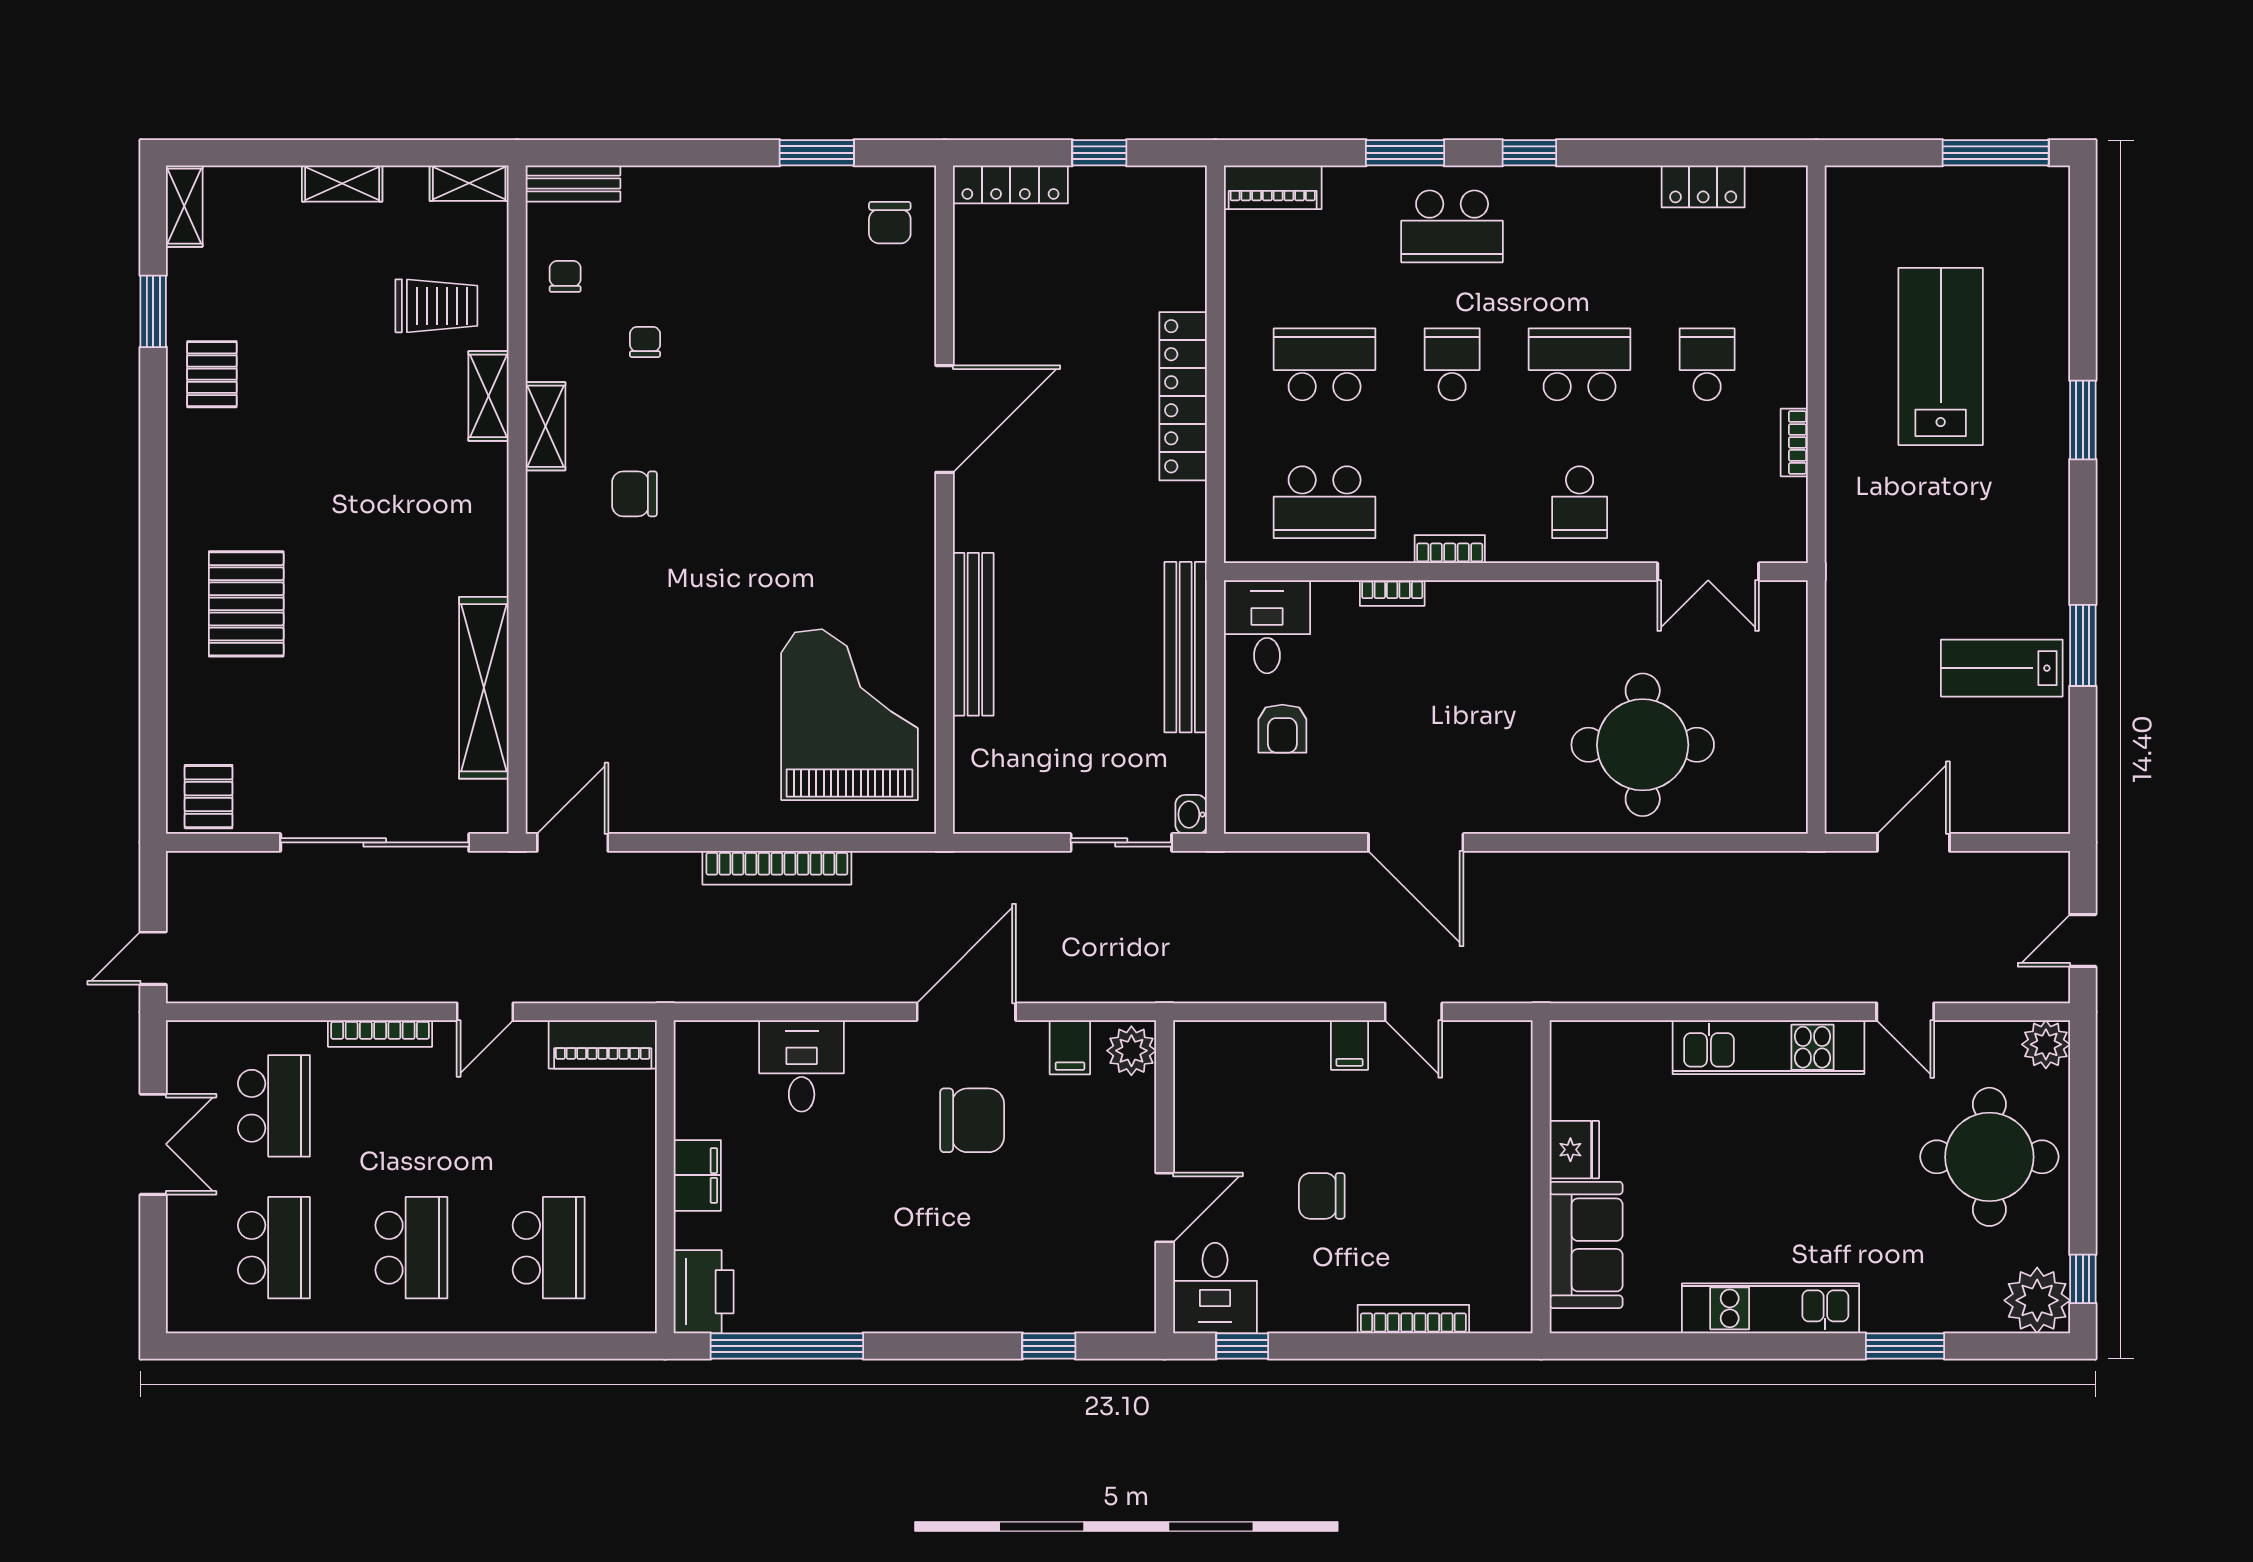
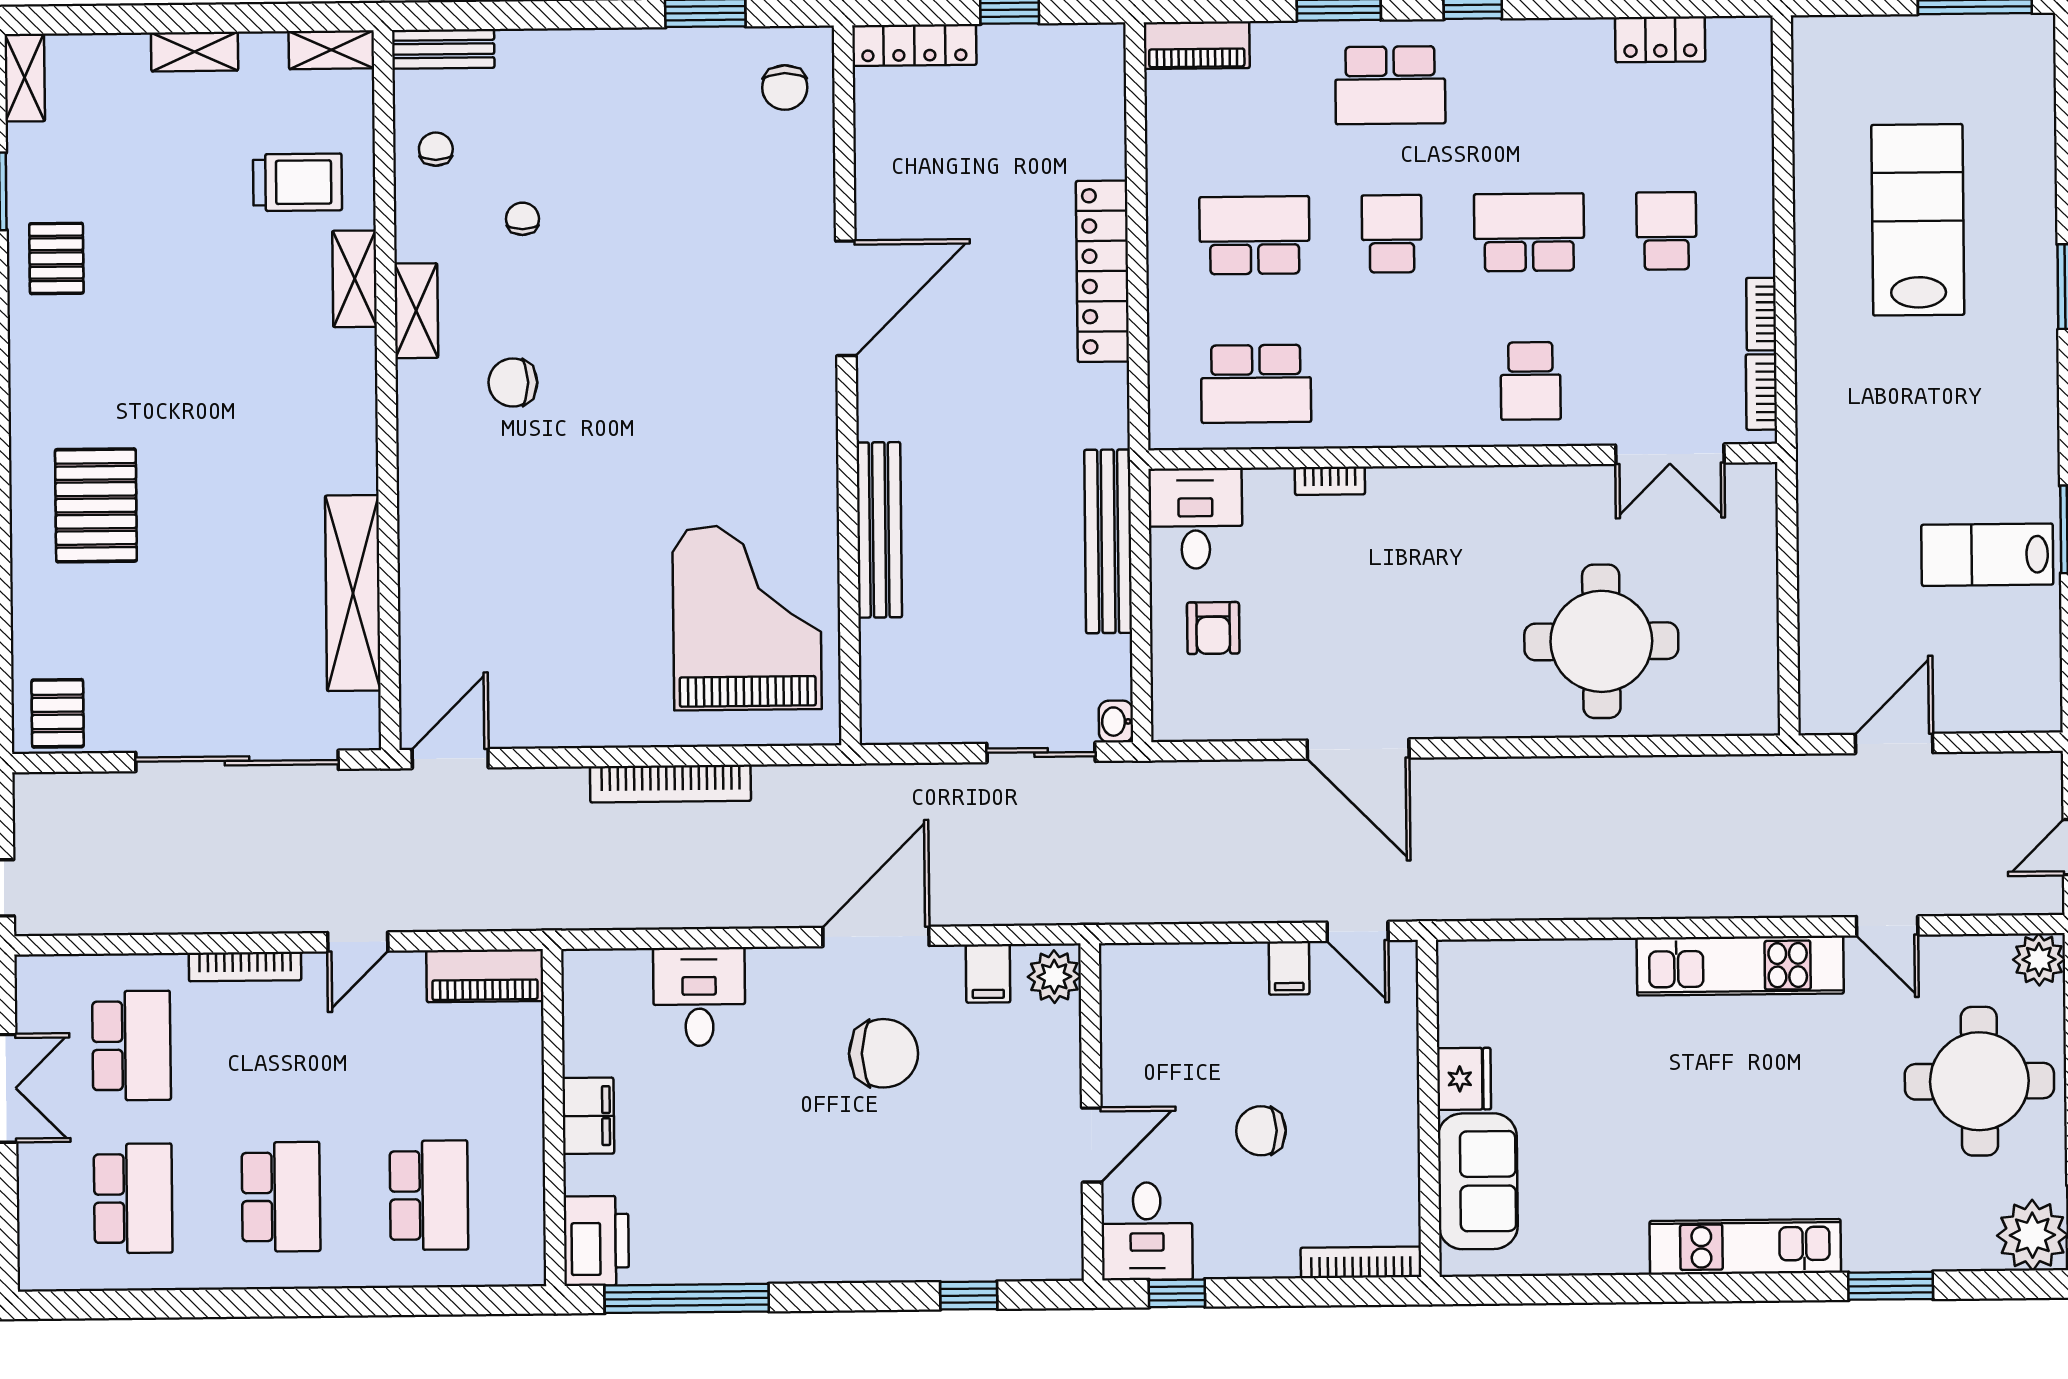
bookcase: (1450, 549) -> (1761, 392), moved, turned -90
fridge: (1574, 1150) -> (1464, 1079), moved
wall: (1541, 1177) -> (1429, 1108), moved
sofa: (1586, 1245) -> (1478, 1181), moved

